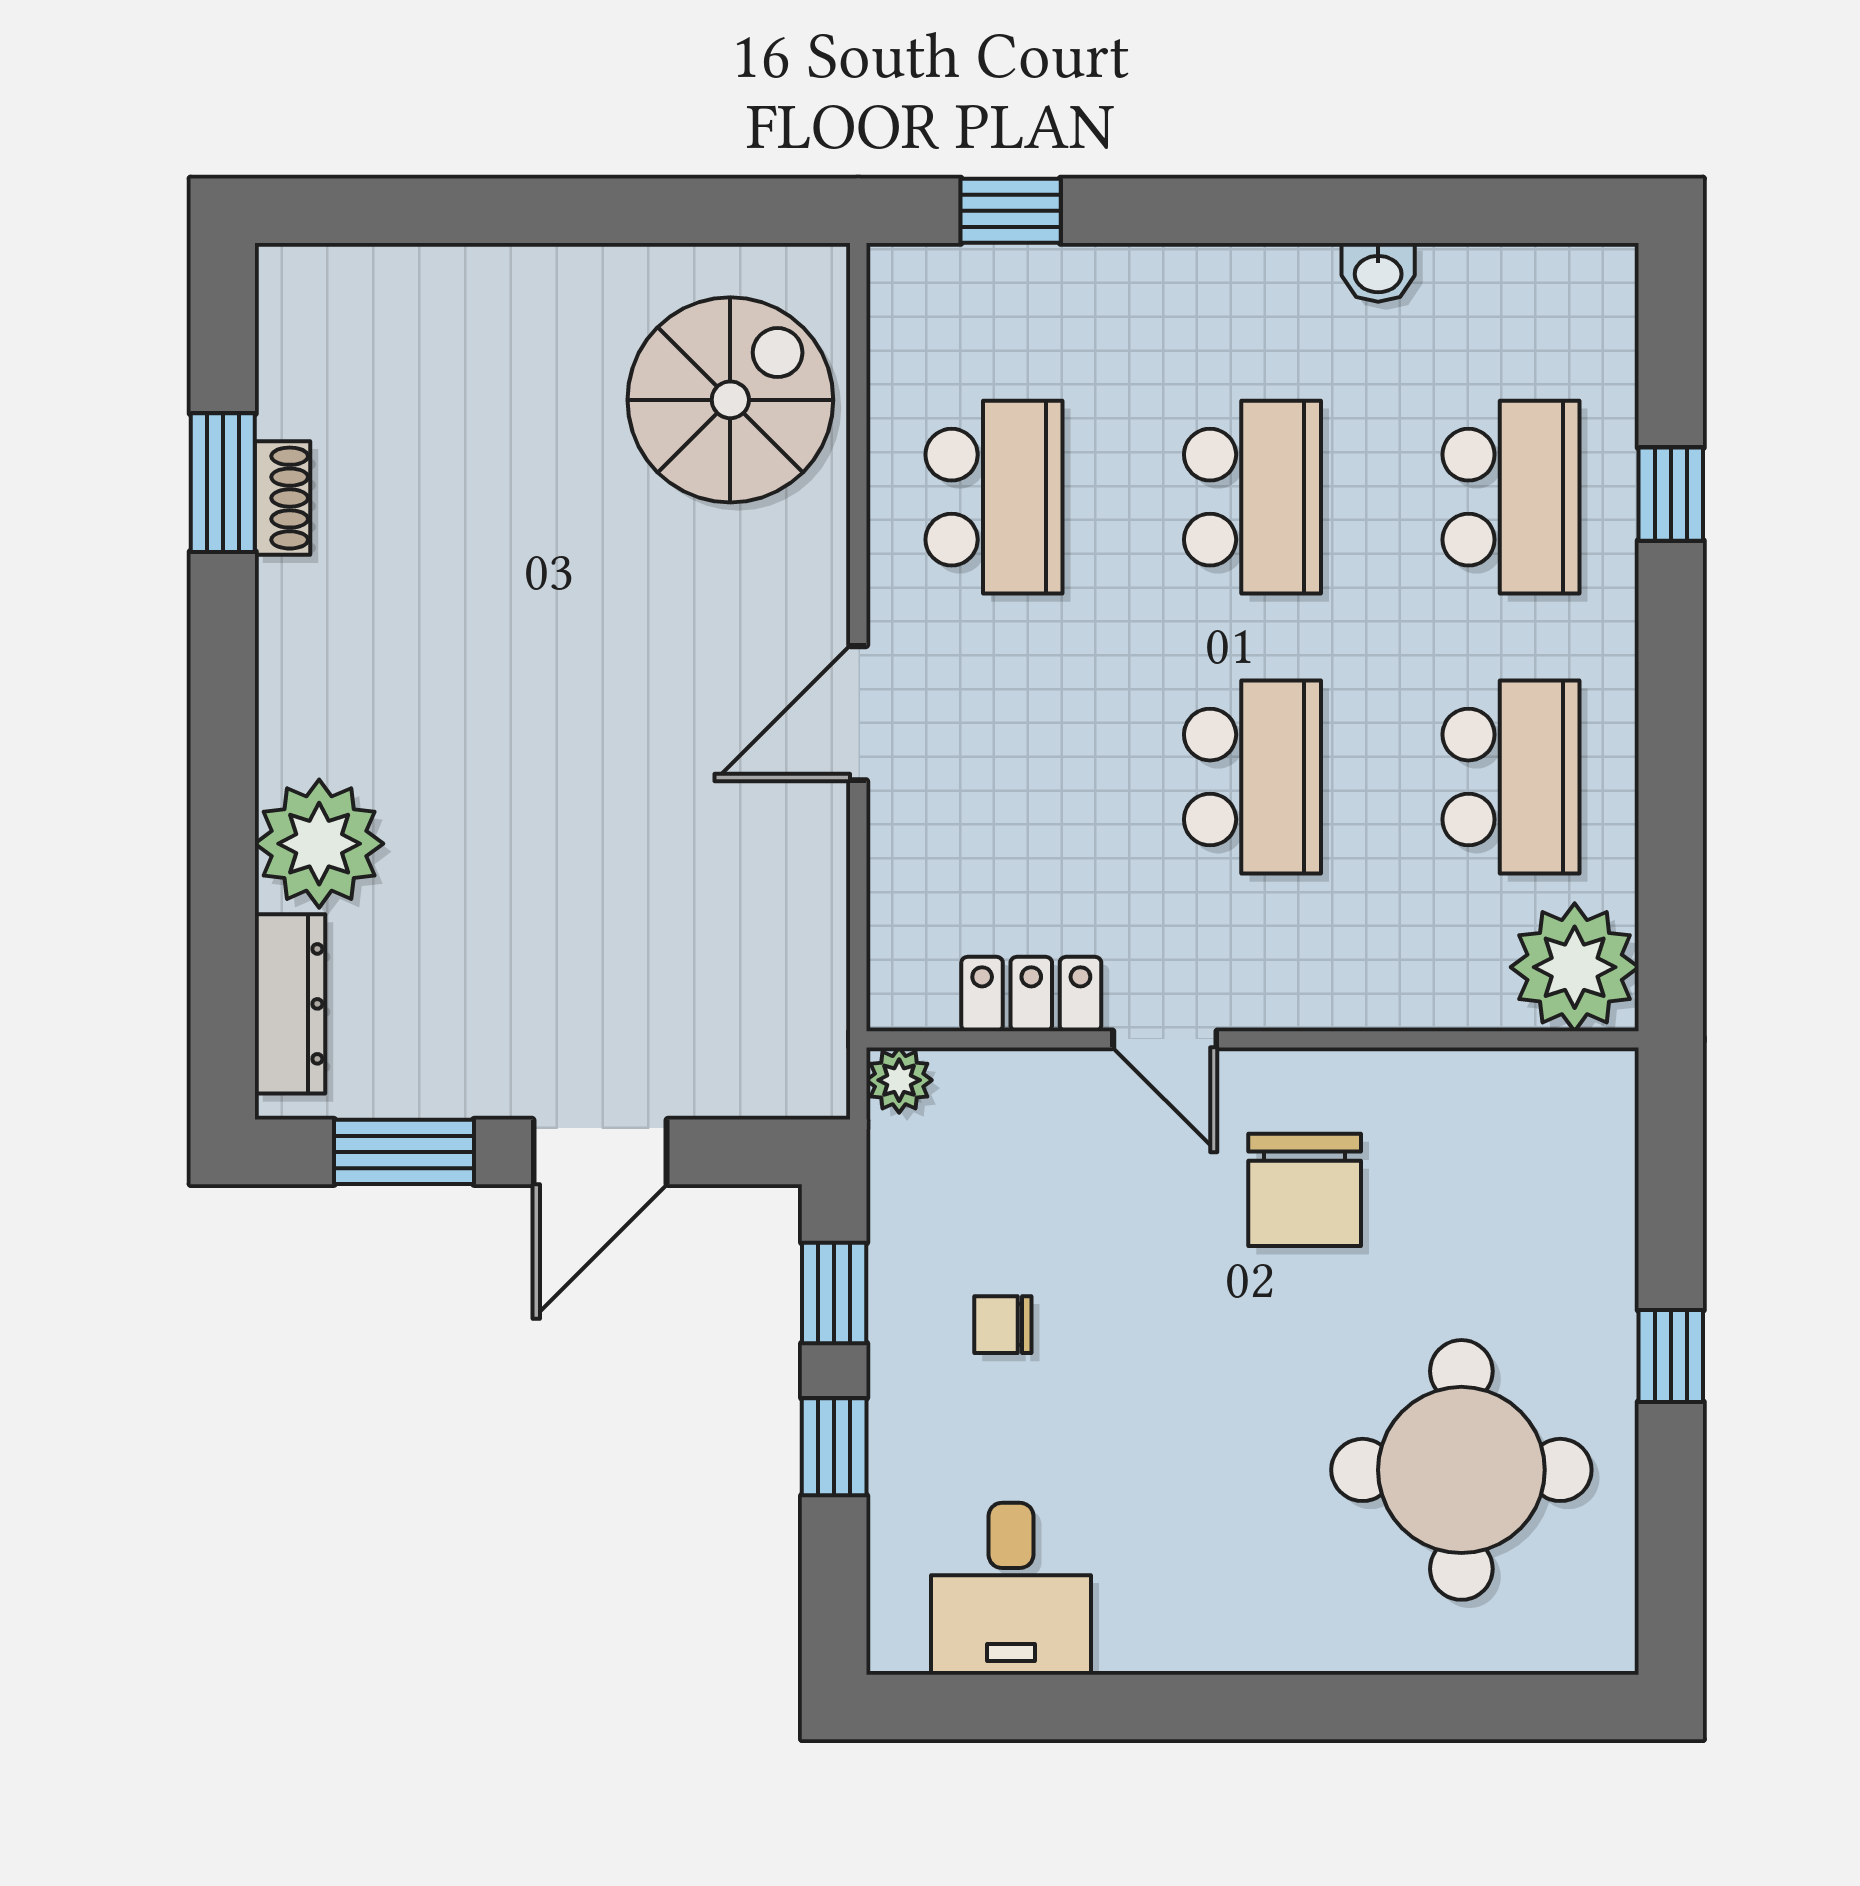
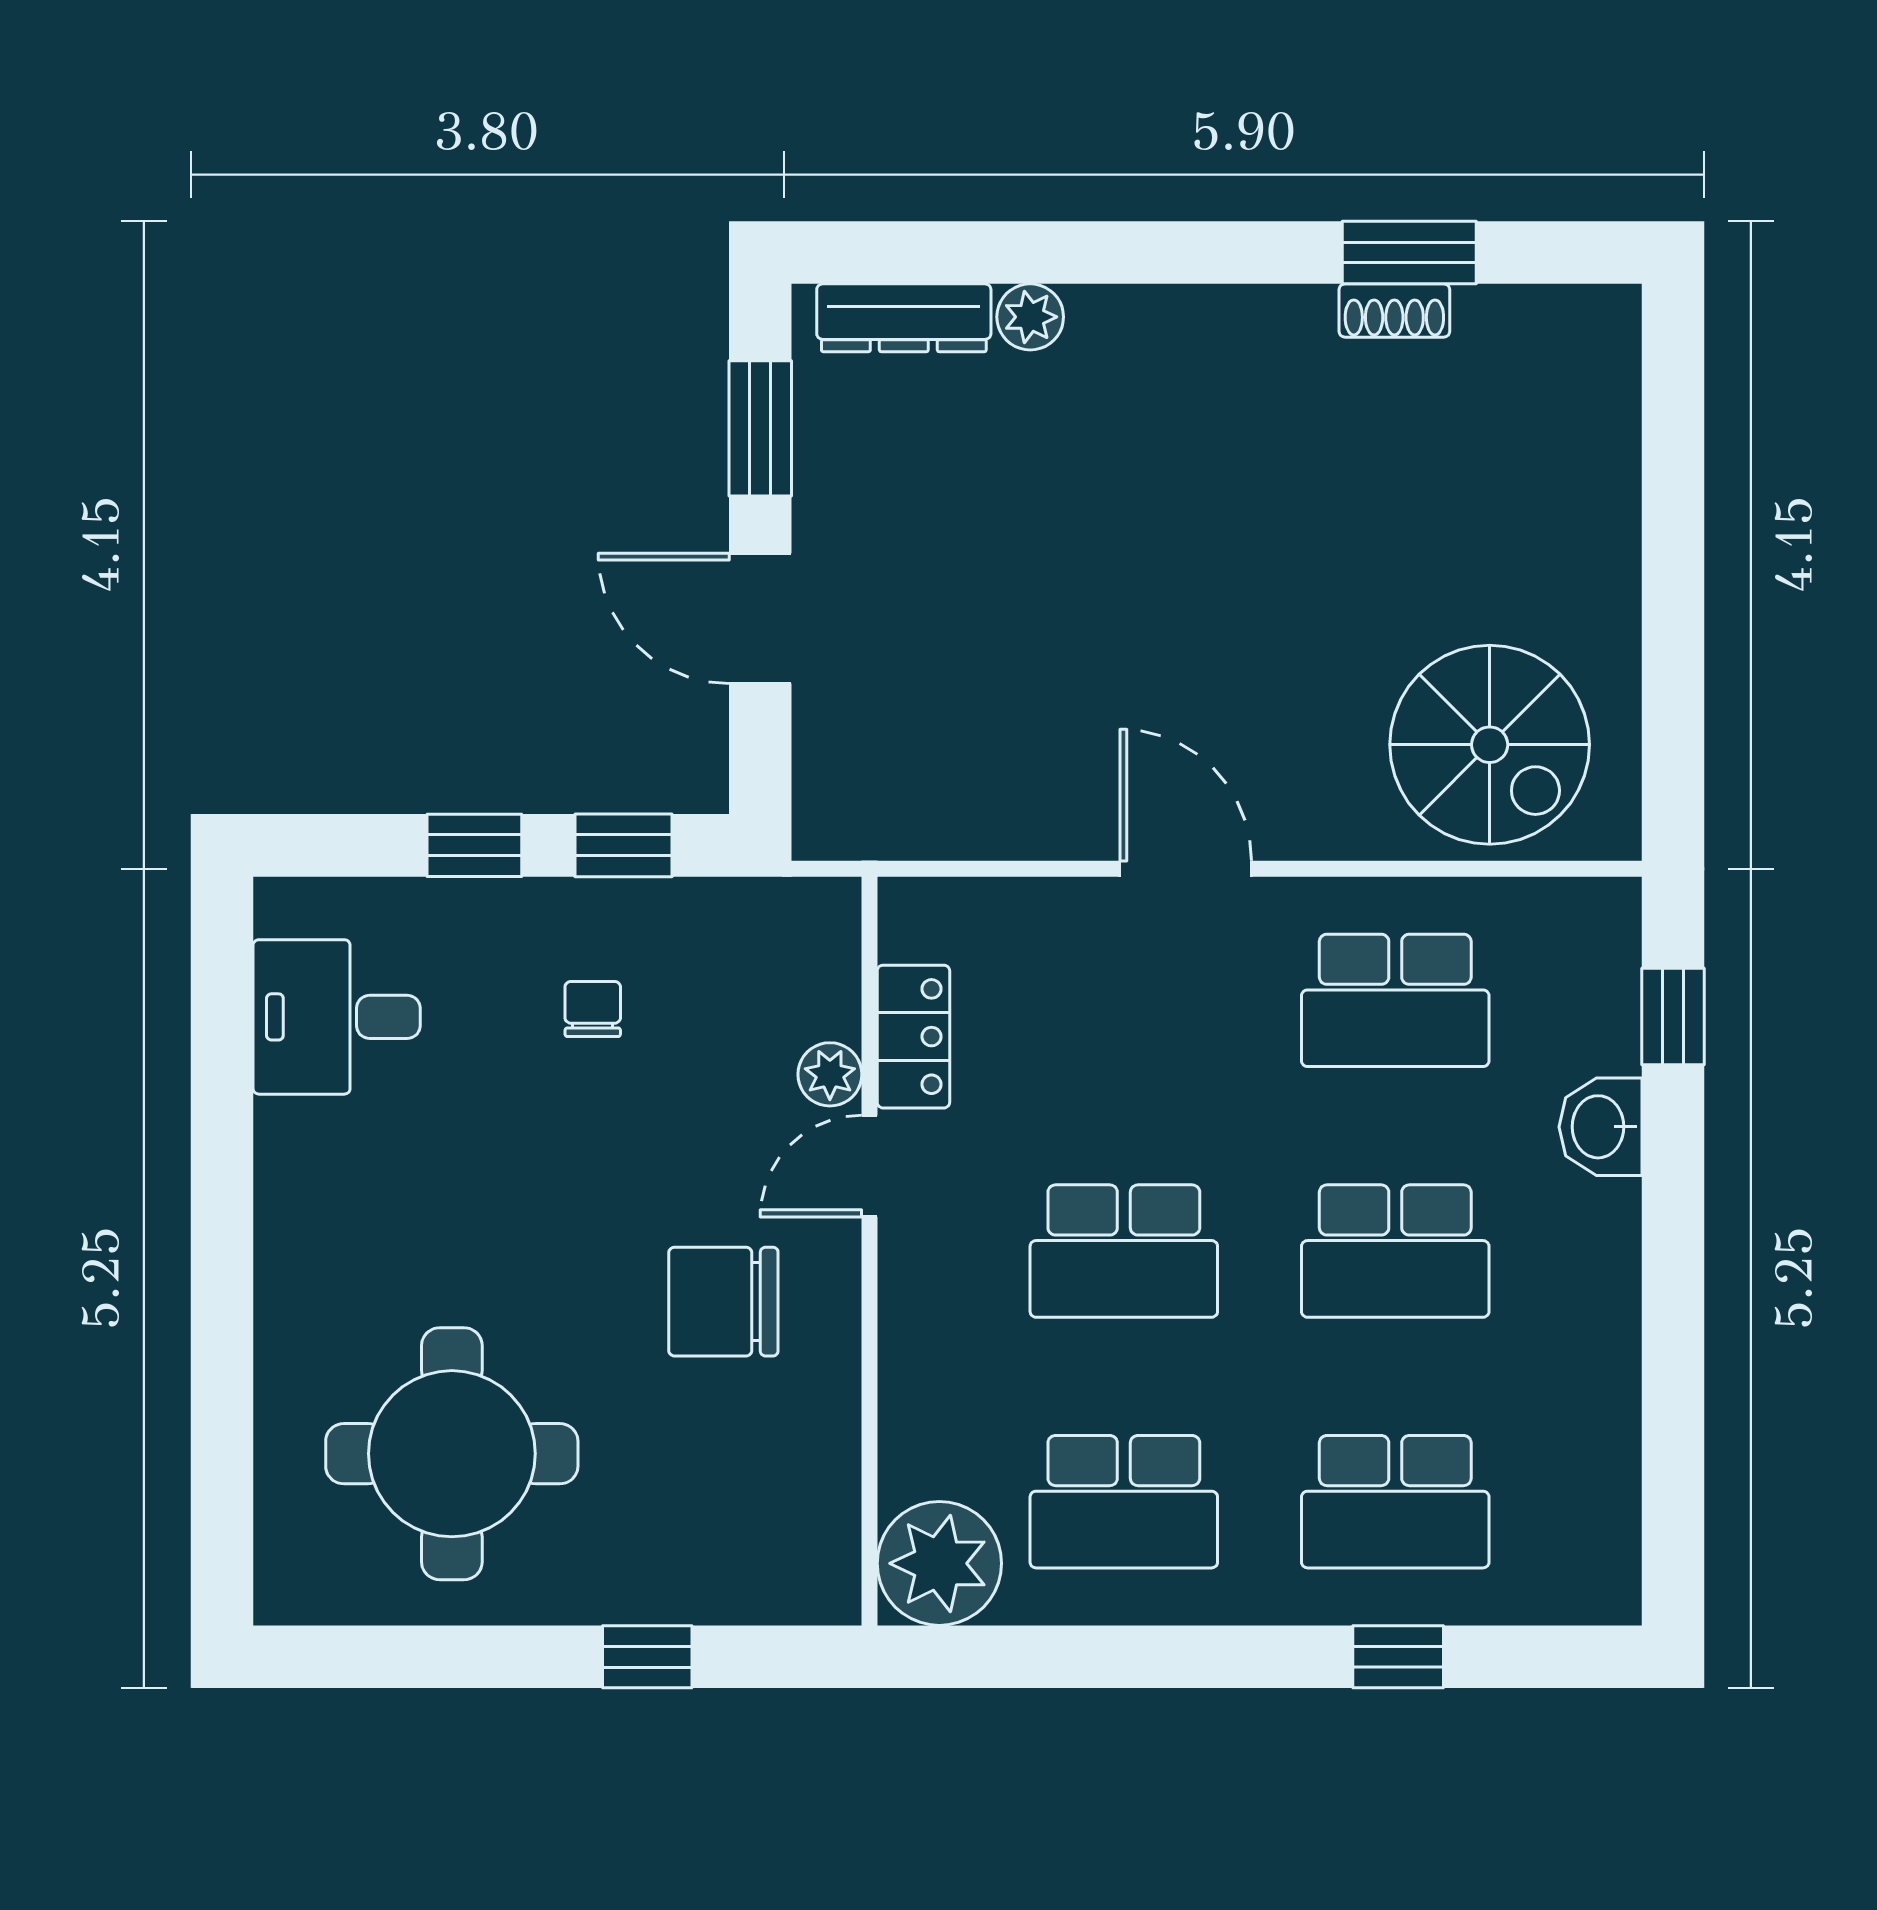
washbasin: (1378, 272) -> (1600, 1127), moved, width x1.38, depth x1.45
plant: (319, 844) -> (1030, 317), width x0.53, depth x0.53
plant: (899, 1080) -> (830, 1074), moved
window: (1671, 1356) -> (647, 1657), moved

